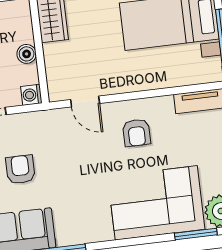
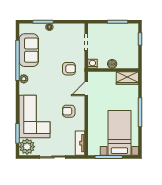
armchair: (20, 169) -> (69, 69), moved
plant: (80, 235) -> (24, 79), added

